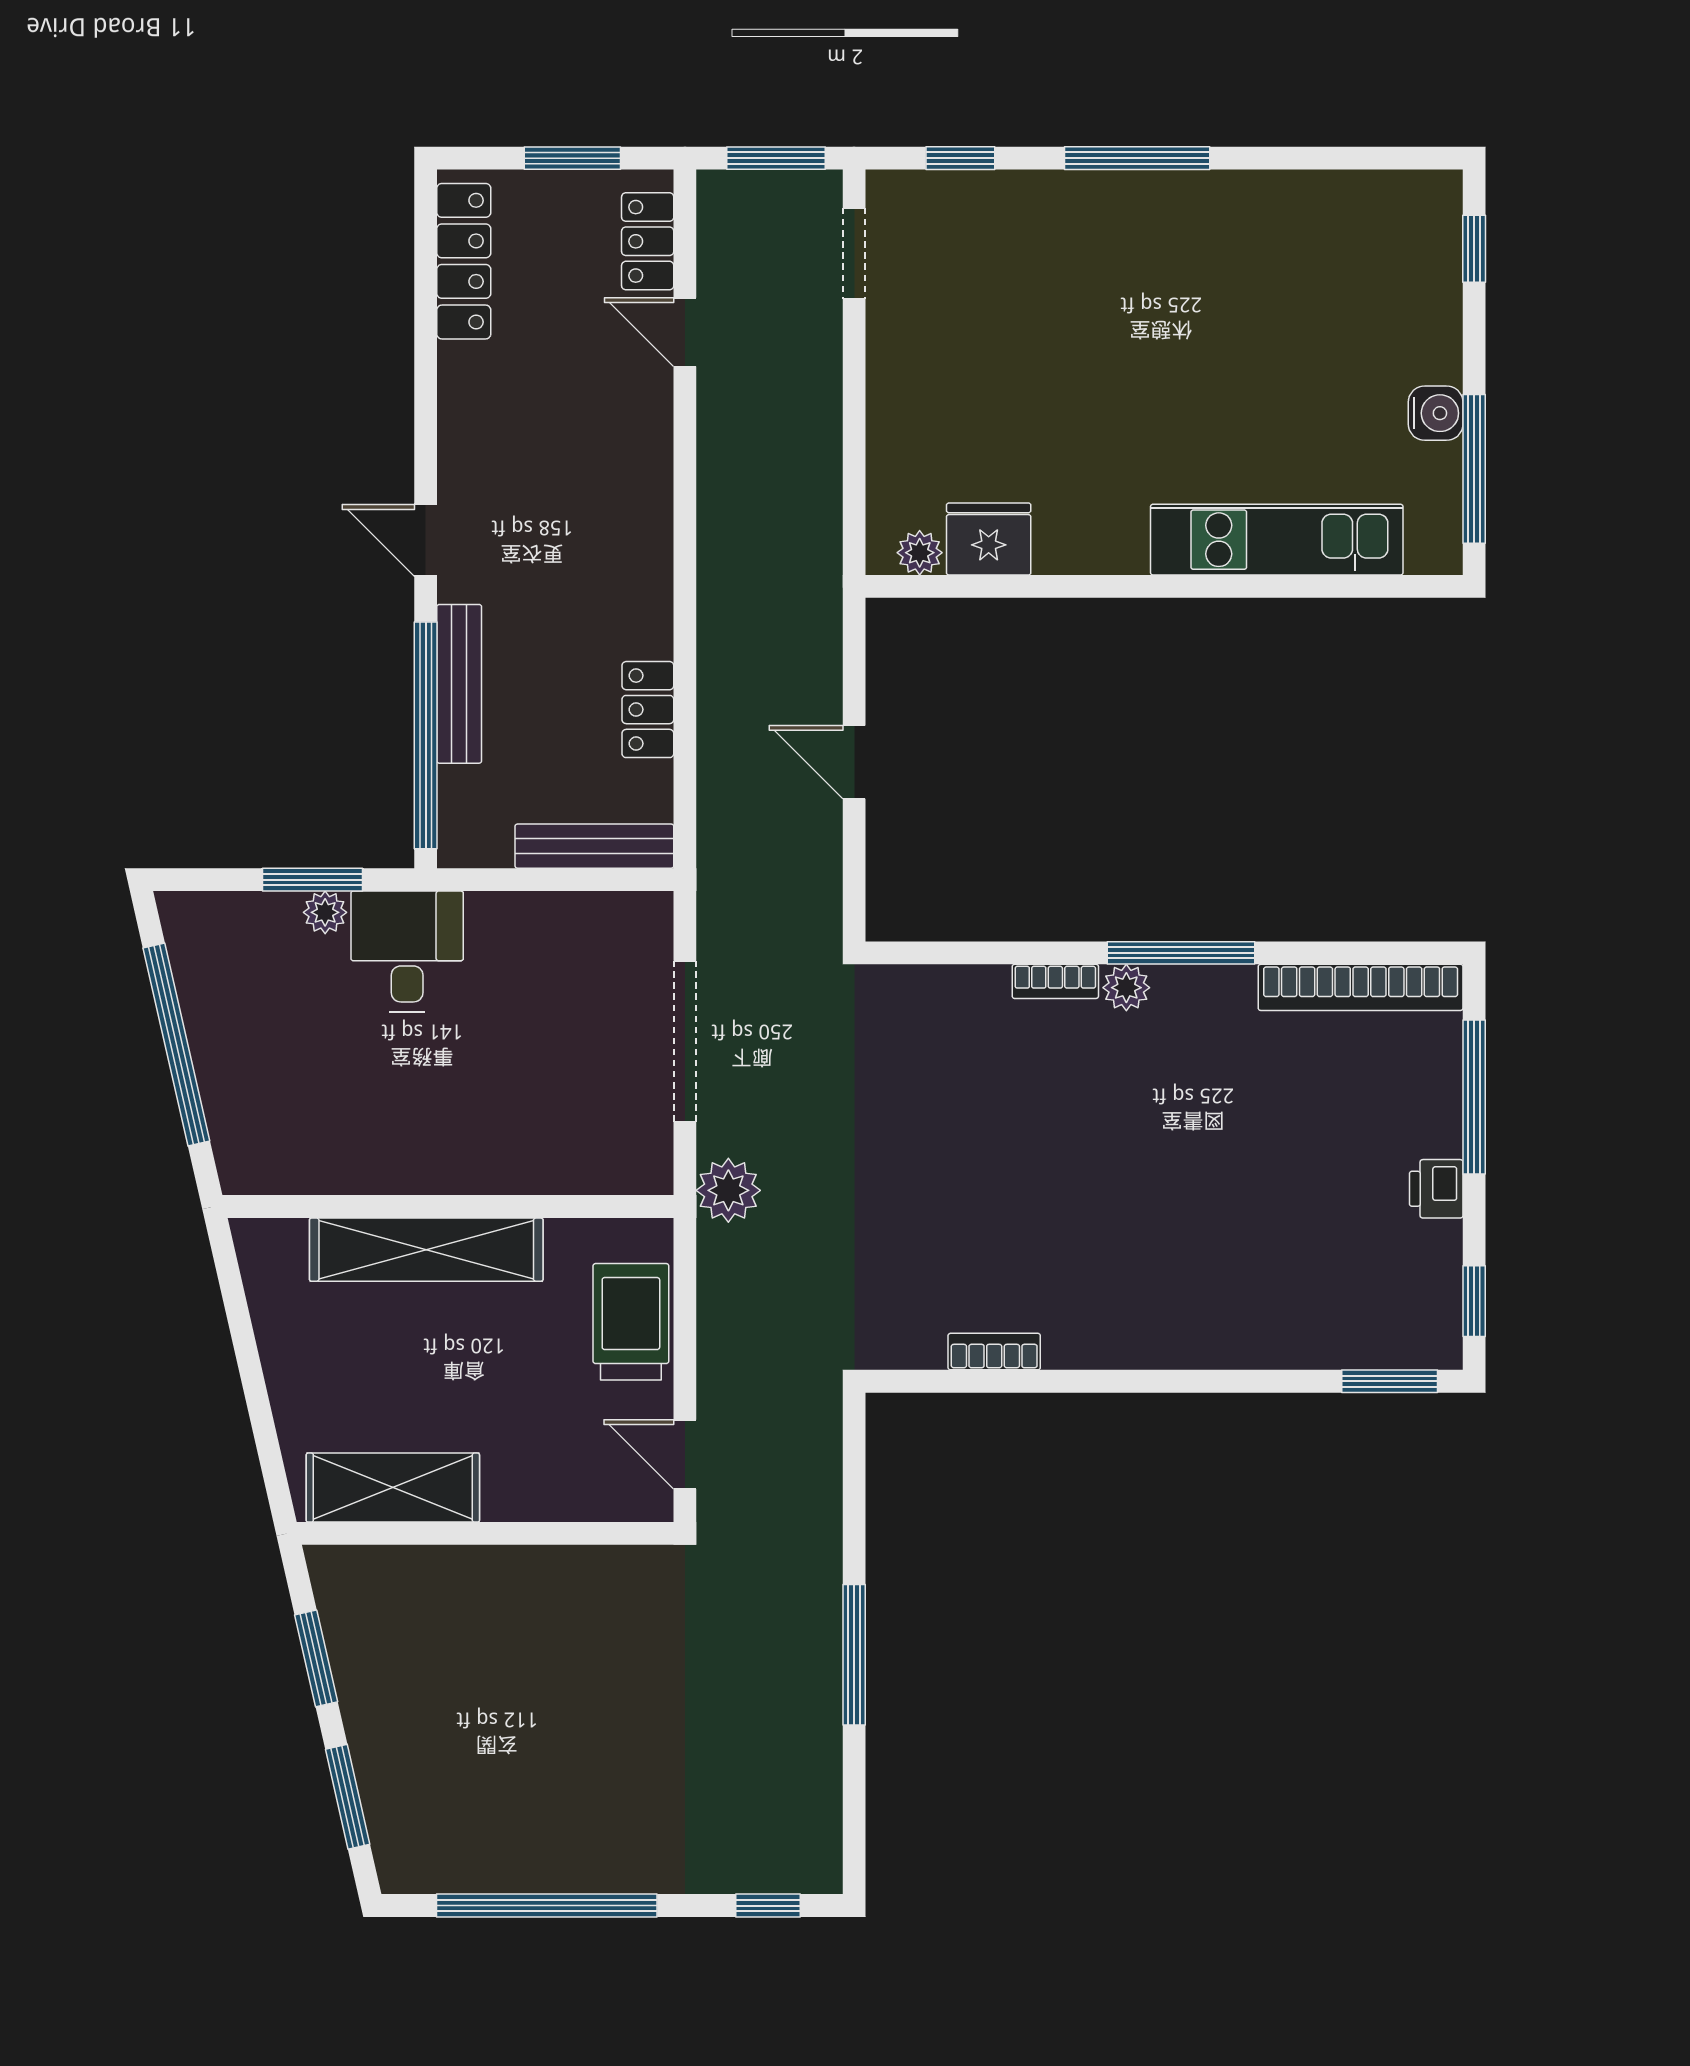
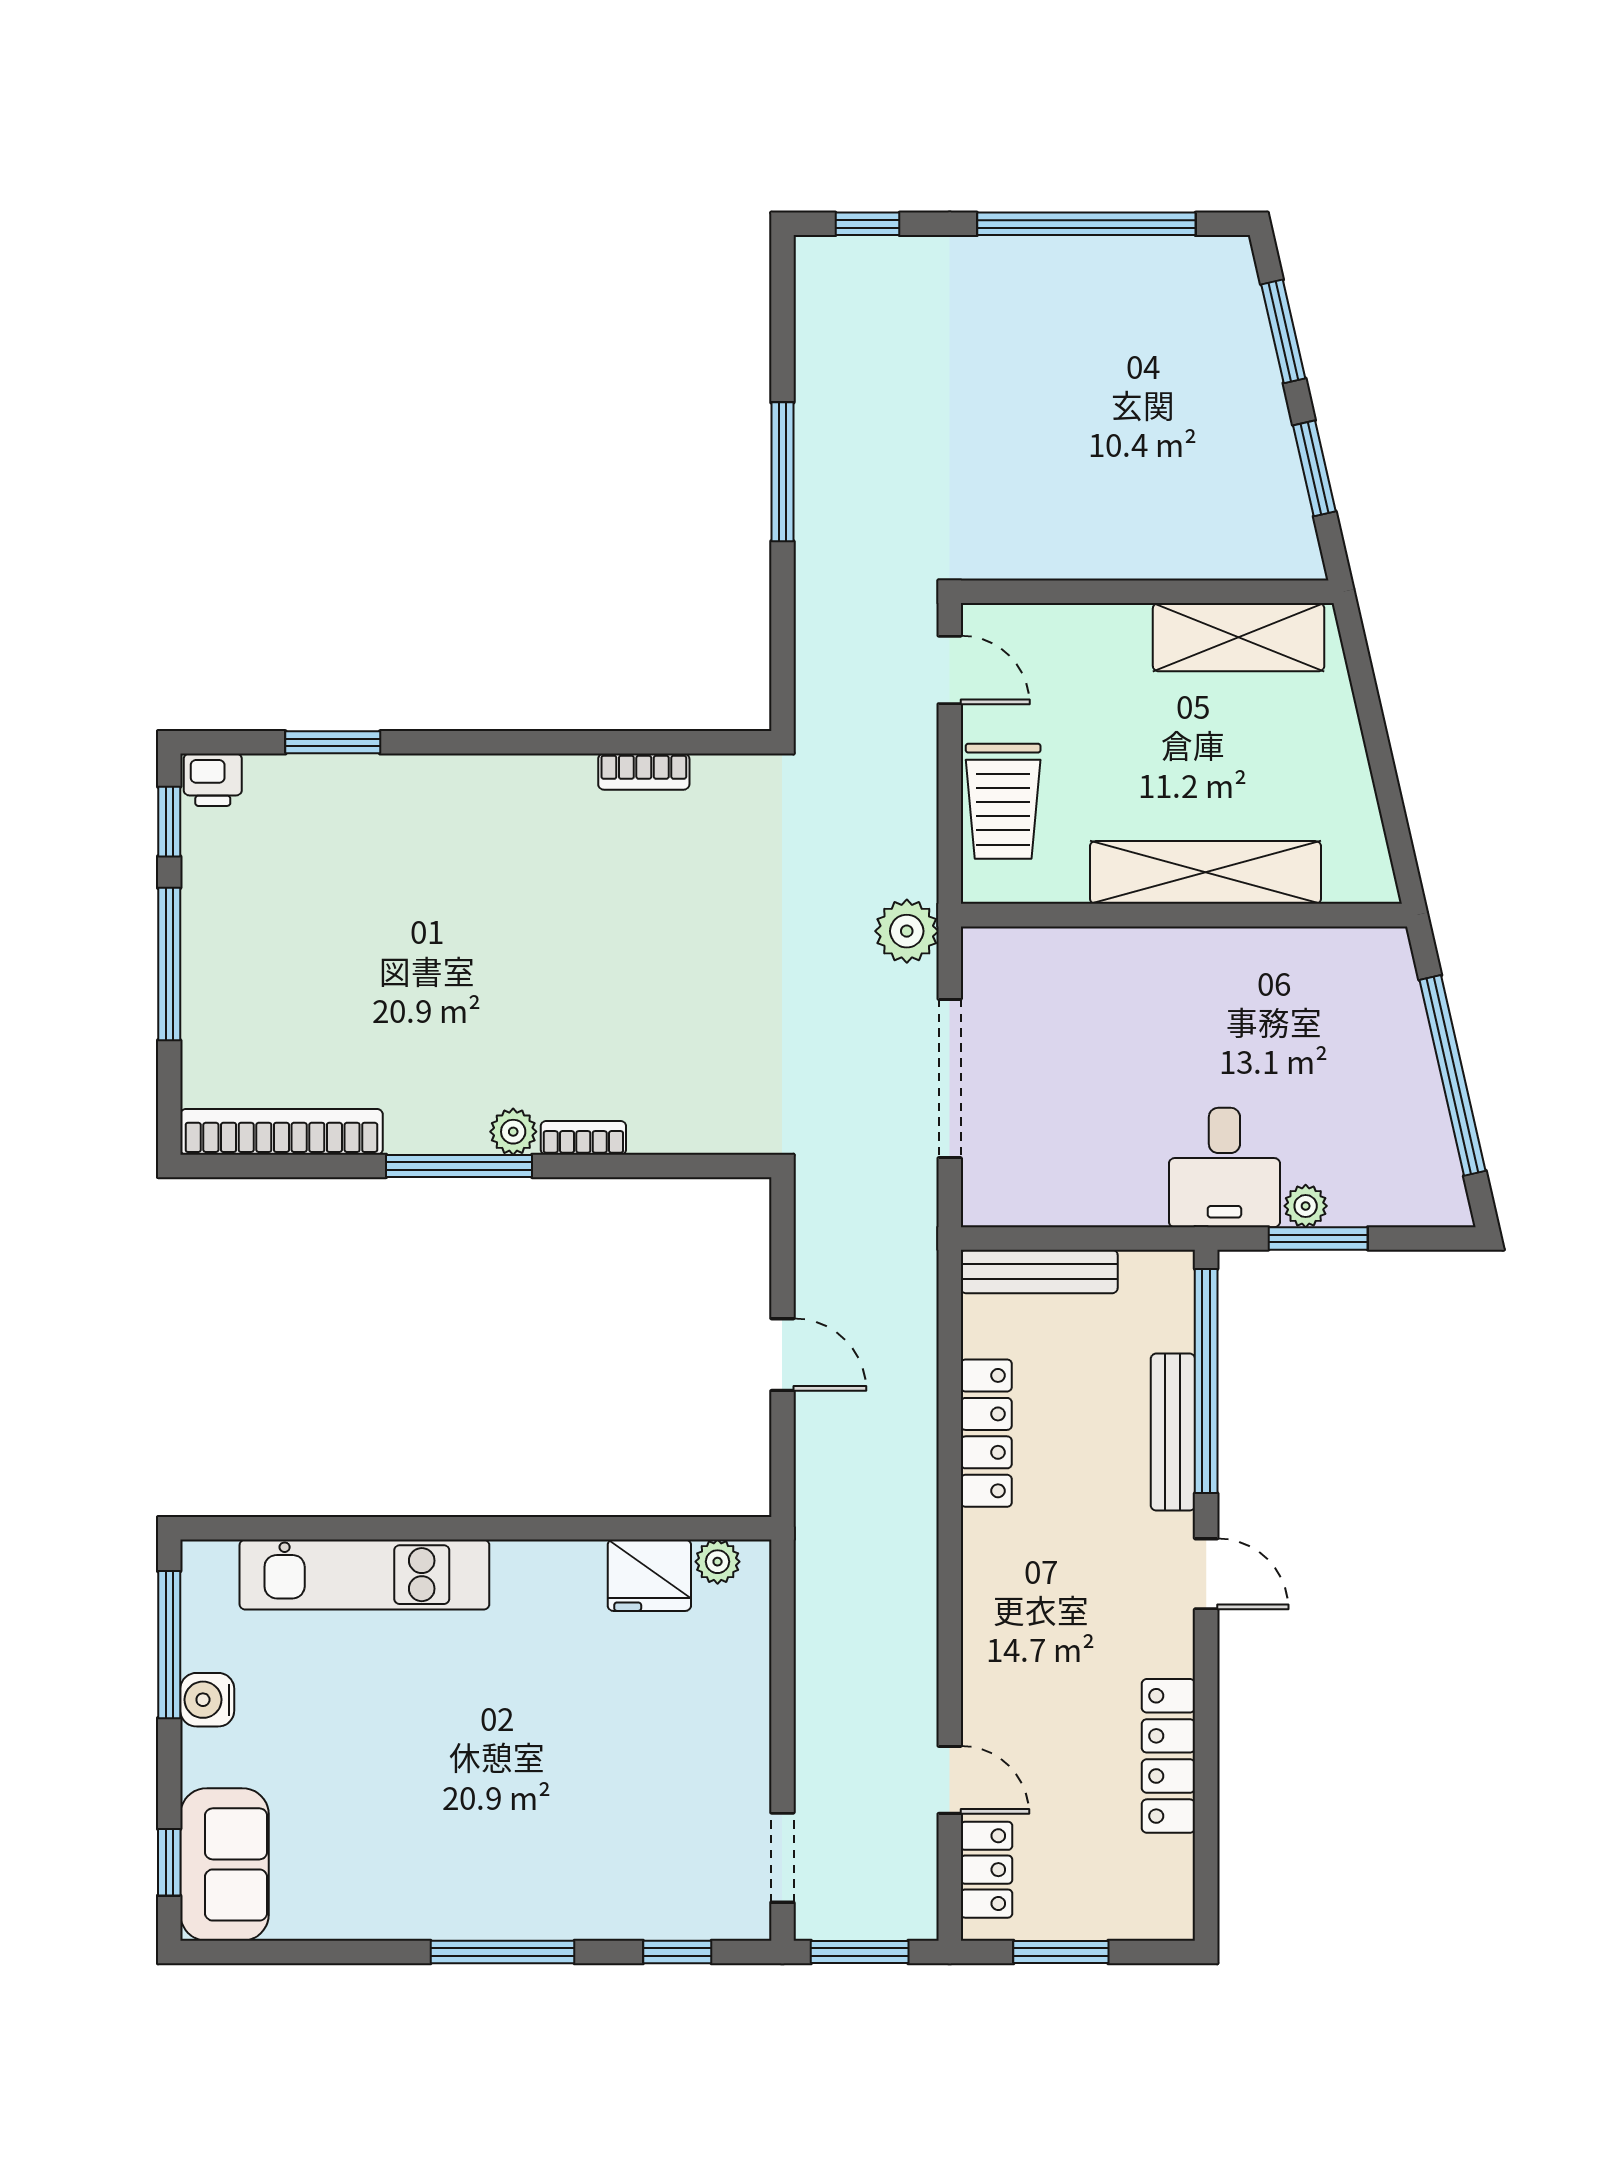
sofa: (1418, 247) -> (225, 1864), added
locker: (464, 261) -> (1168, 1756), moved
locker: (648, 710) -> (986, 1433), width x1.53
window: (1474, 1097) -> (169, 964), moved
printer: (1436, 1189) -> (213, 780), moved, turned 90
window: (1390, 1381) -> (333, 742), moved

